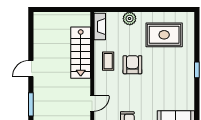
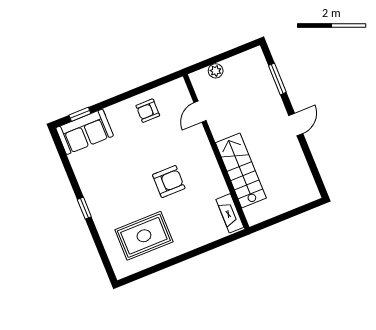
plant: (130, 19) -> (196, 239), removed
coffee table: (108, 61) -> (201, 174), removed
armchair: (132, 65) -> (169, 182), turned -90

